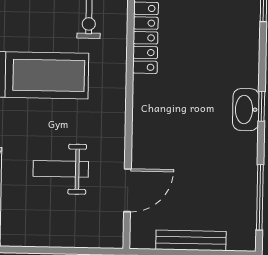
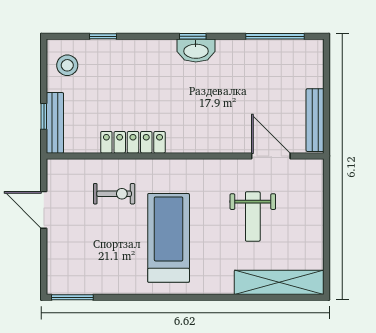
bench: (191, 240) -> (315, 120), moved

